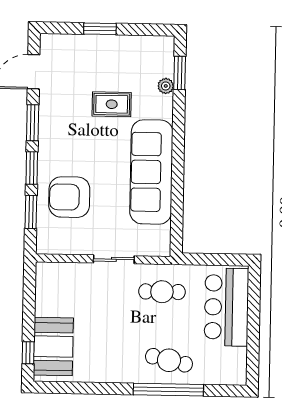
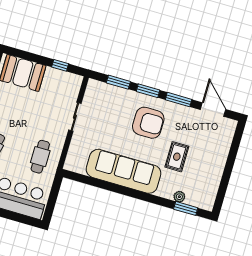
window: (100, 29) -> (230, 162), removed
armchair: (69, 197) -> (148, 123), moved, turned 90
sliding door: (114, 259) -> (75, 117), moved
window: (28, 353) -> (60, 65), moved

